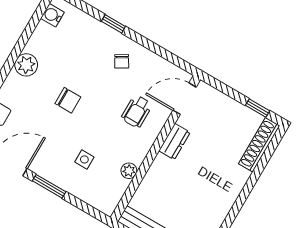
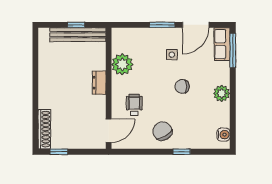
chair: (122, 61) -> (162, 131), width x1.87, depth x1.87
dresser: (174, 142) -> (99, 83), moved
side table: (84, 159) -> (172, 55), moved
plant: (129, 171) -> (122, 64), width x1.87, depth x1.87

